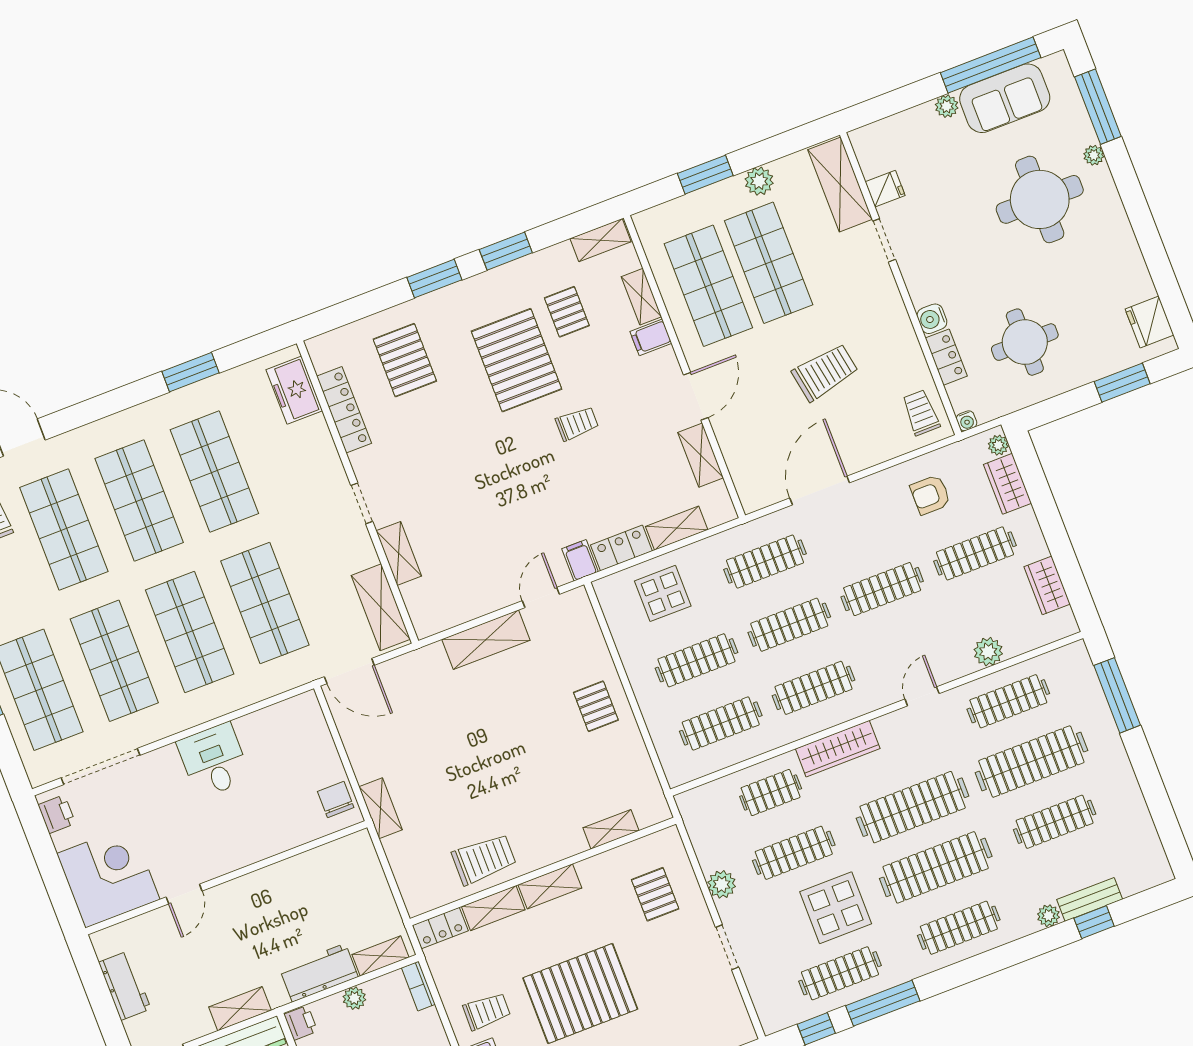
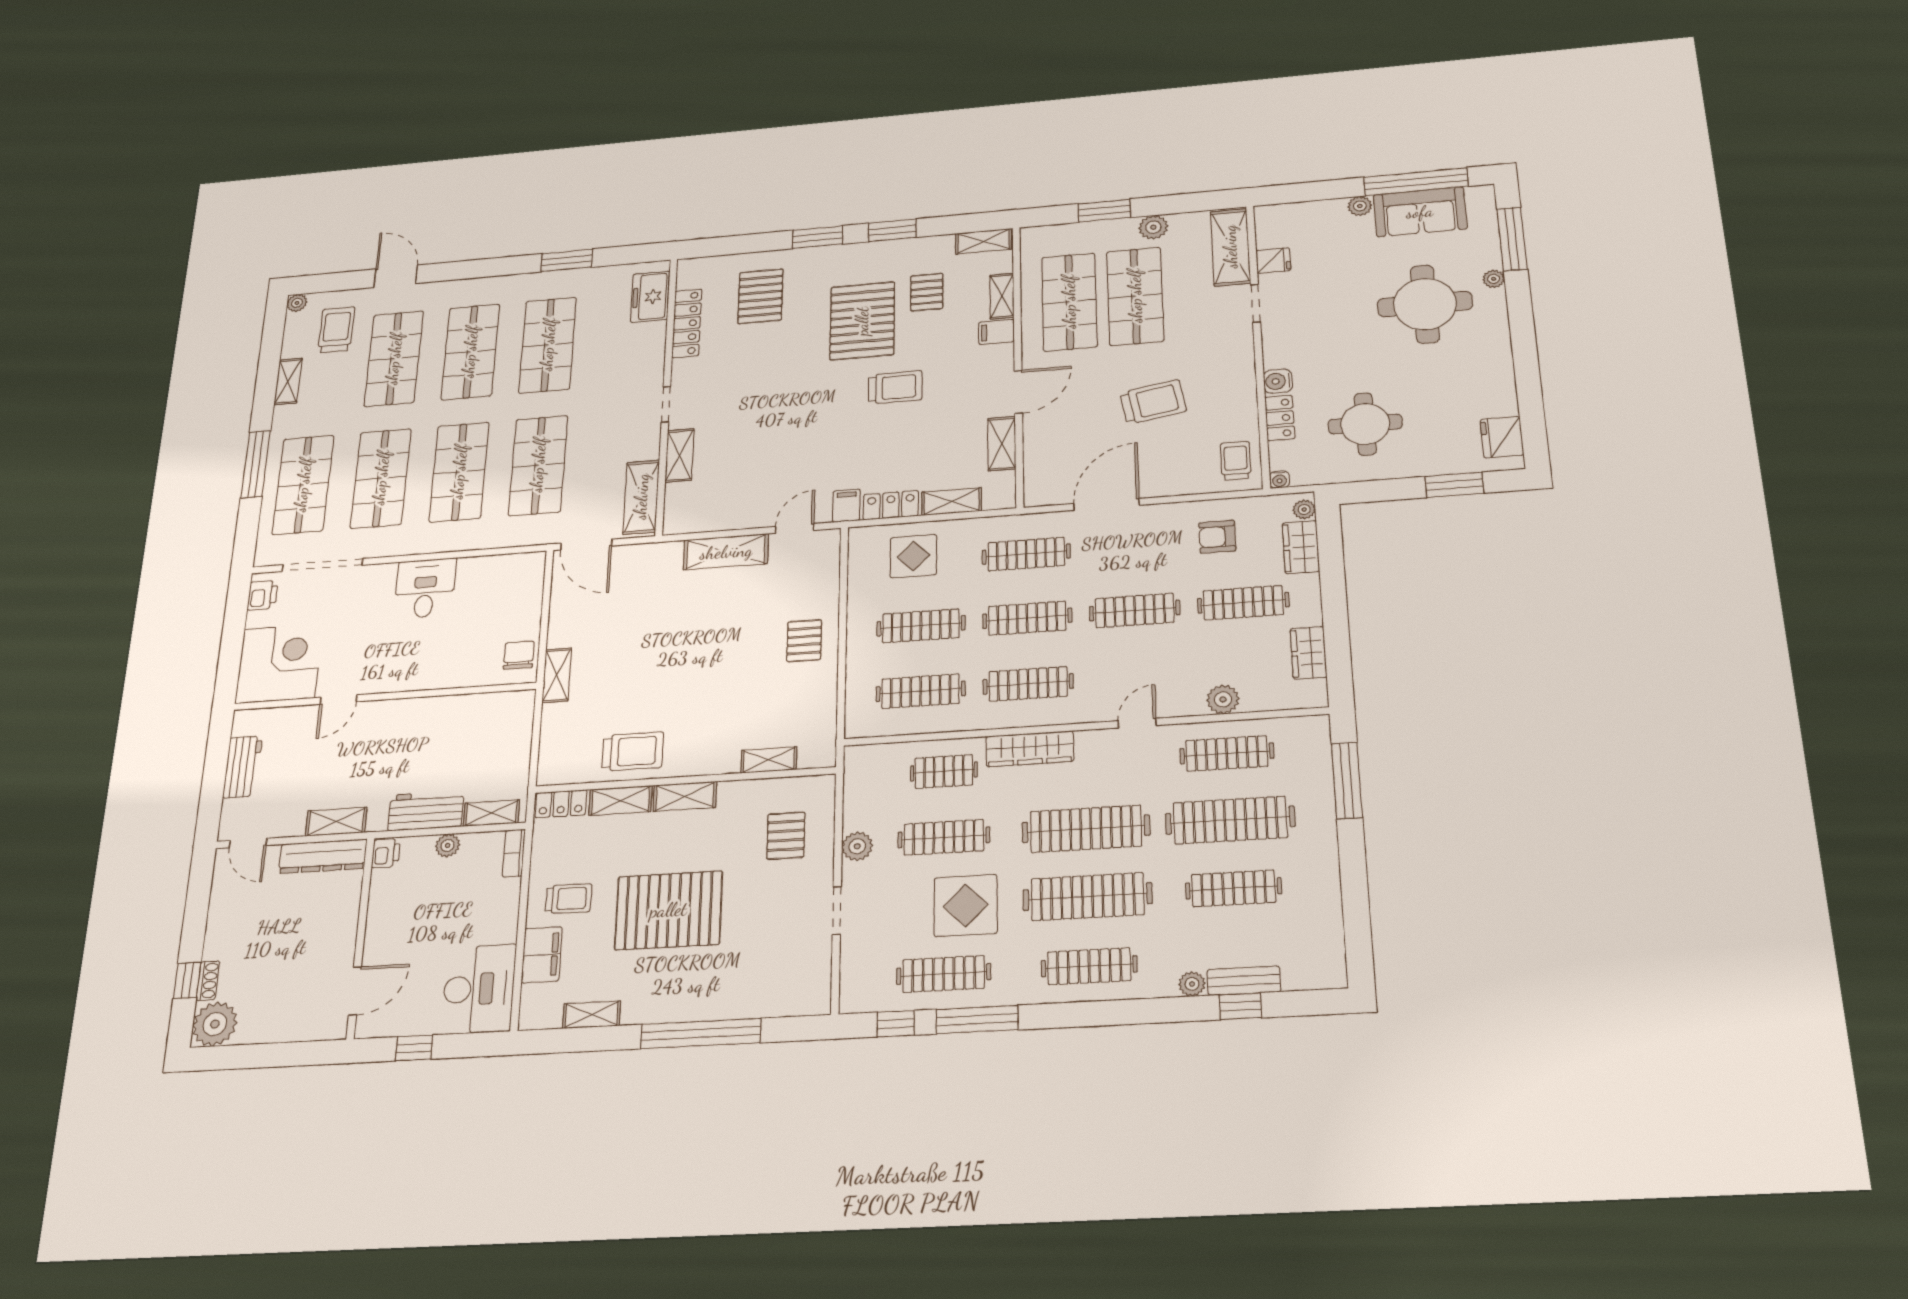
trolley: (577, 424) -> (895, 387), width x1.36, depth x1.39

